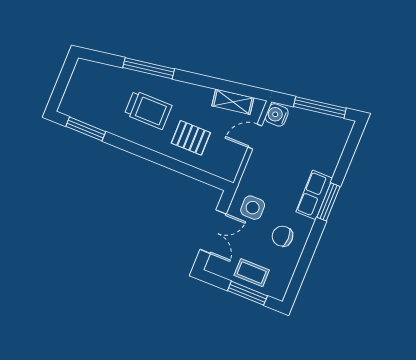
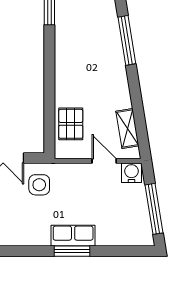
trolley: (148, 110) -> (89, 55), removed
pallet: (191, 138) -> (71, 124), moved
chair: (282, 236) -> (24, 222), removed

